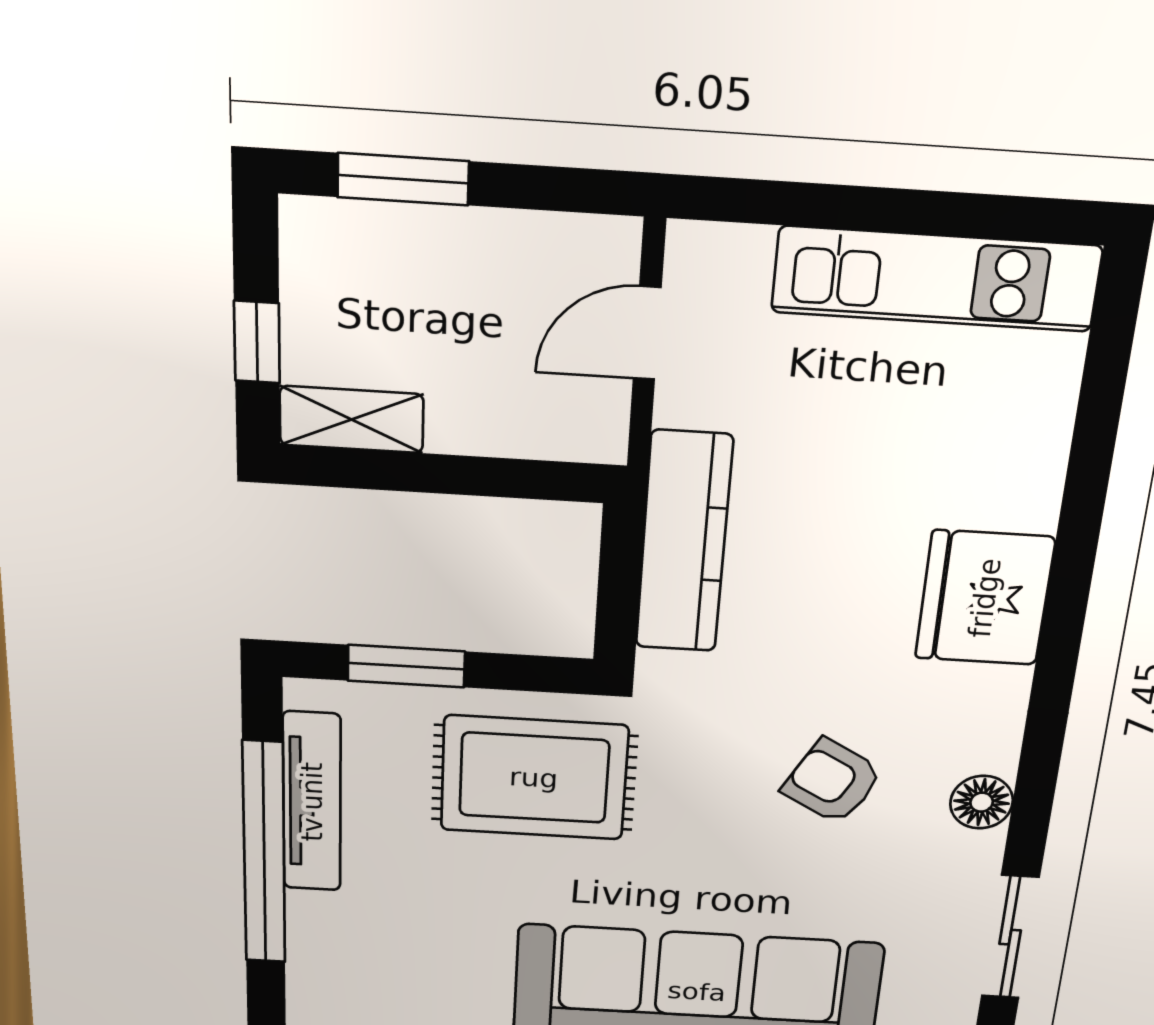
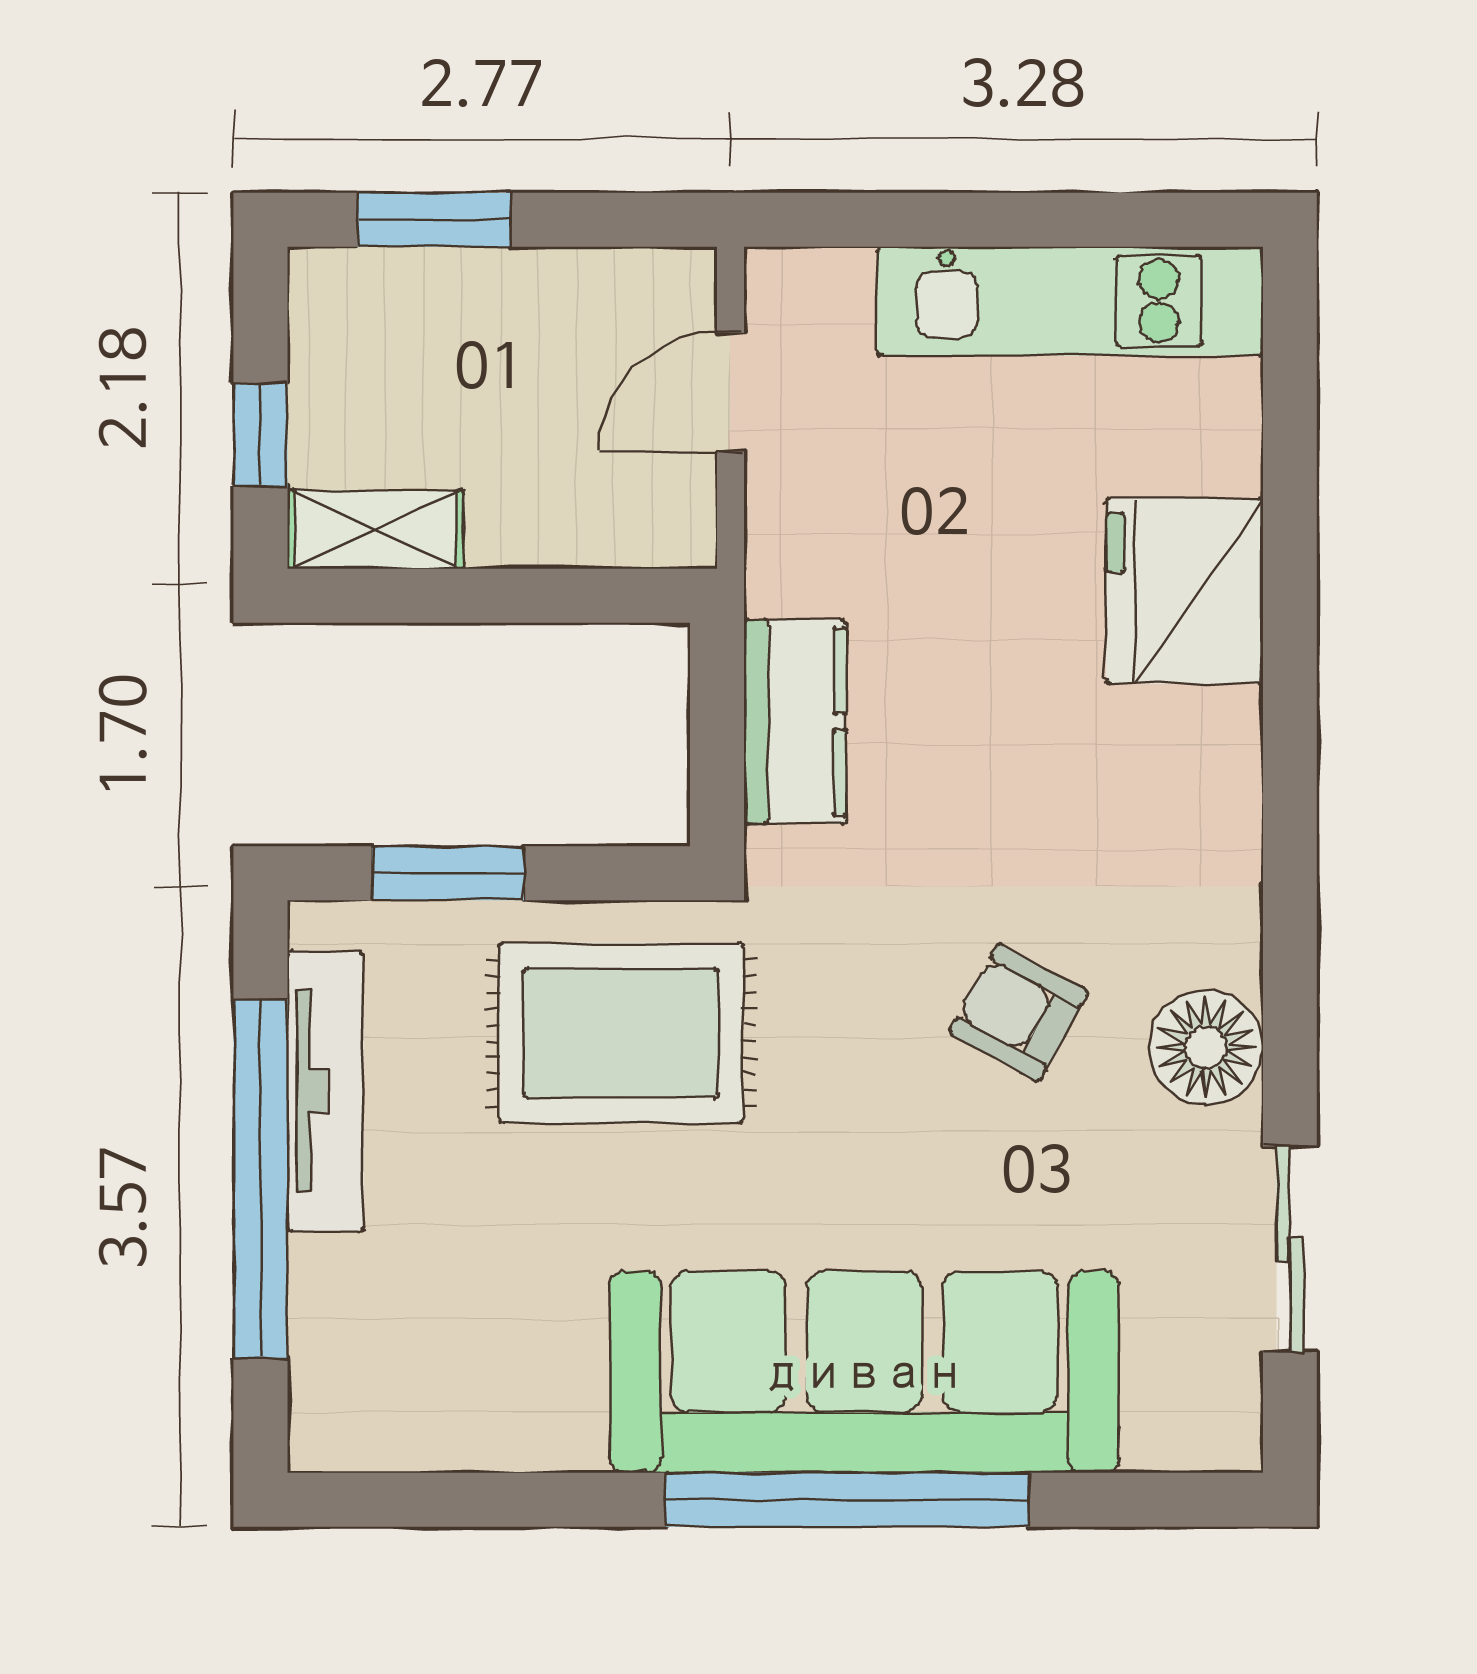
kitchen counter: (684, 543) -> (795, 722), width x0.67
fridge: (985, 598) -> (1185, 591), moved
floor lamp: (982, 802) -> (1206, 1047), width x1.38, depth x1.38

